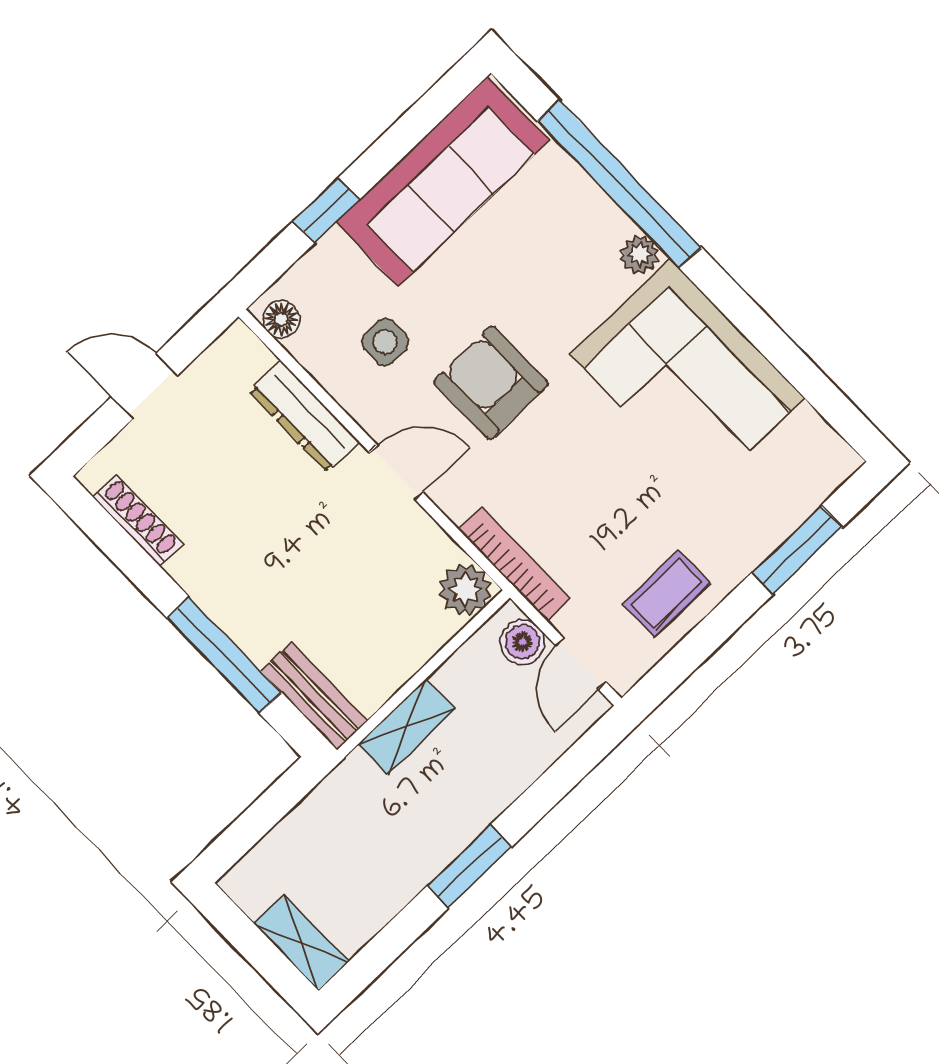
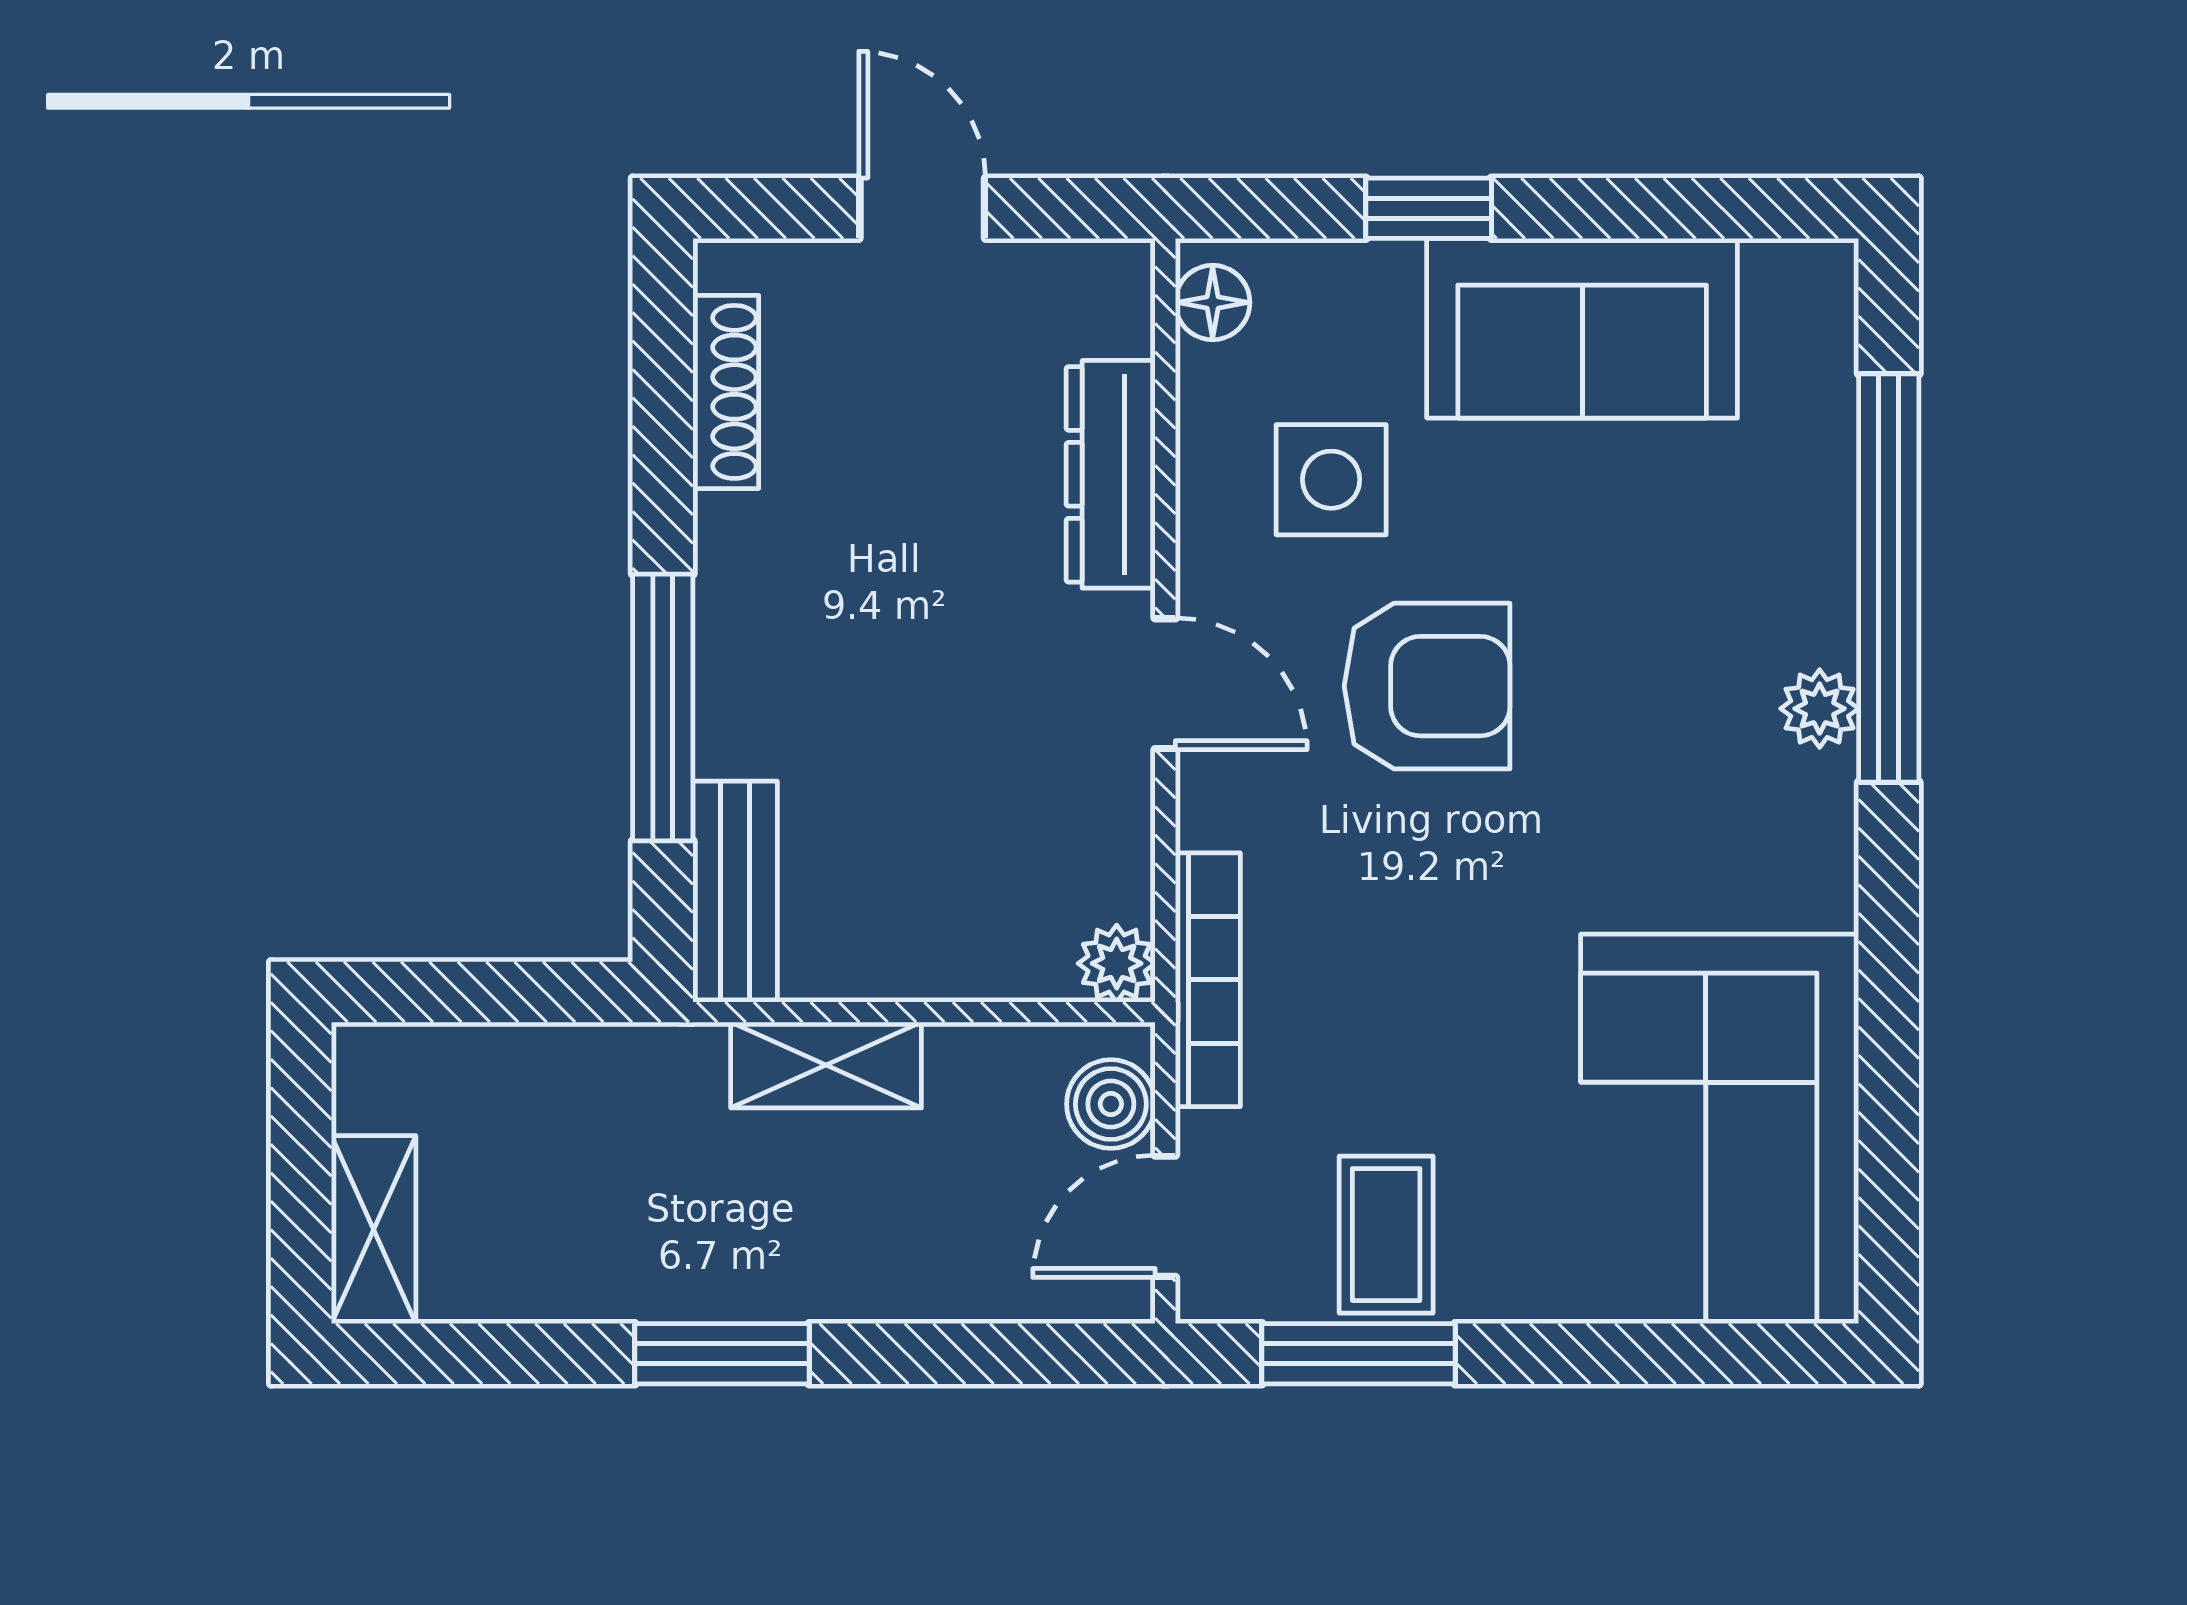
sofa: (443, 181) -> (1582, 328), width x0.73
side table: (385, 342) -> (1331, 480), width x1.37, depth x1.37
corner sofa: (687, 376) -> (1720, 1129), moved
armchair: (491, 383) -> (1427, 686), turned 90
window: (797, 550) -> (1358, 1354), moved
plant: (466, 590) -> (1117, 963), width x0.73, depth x0.73
coffee table: (666, 594) -> (1386, 1235), turned 90

